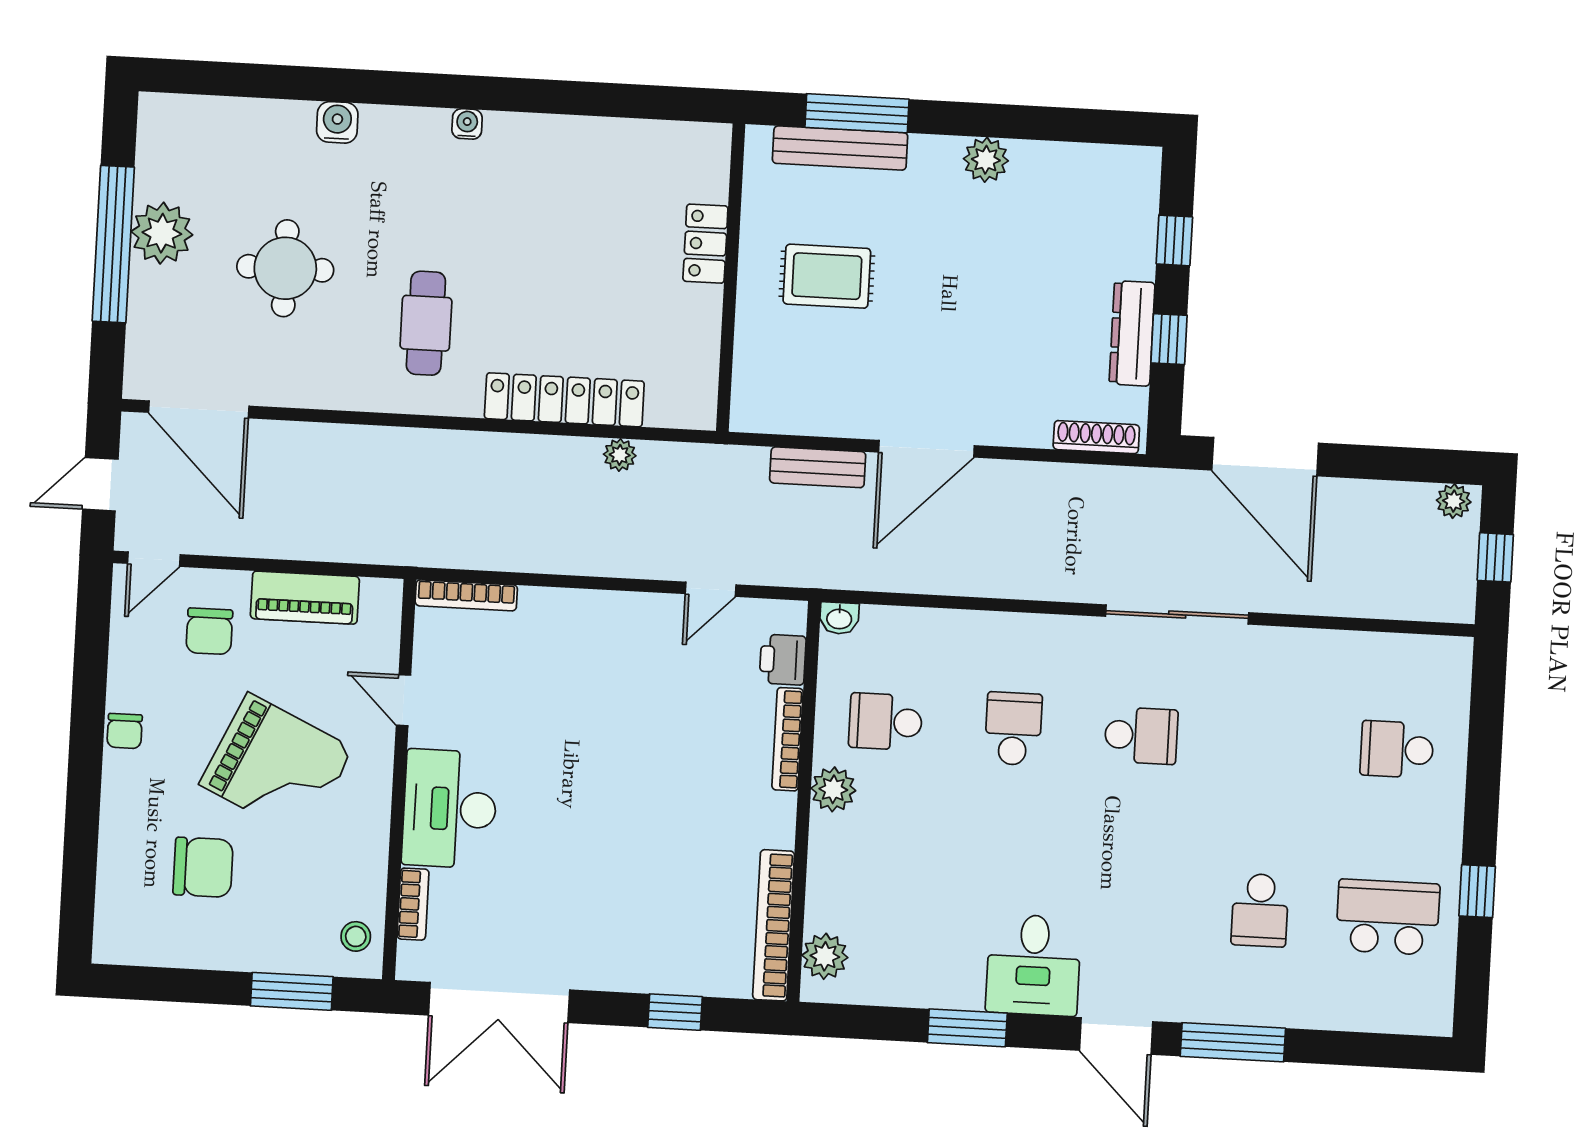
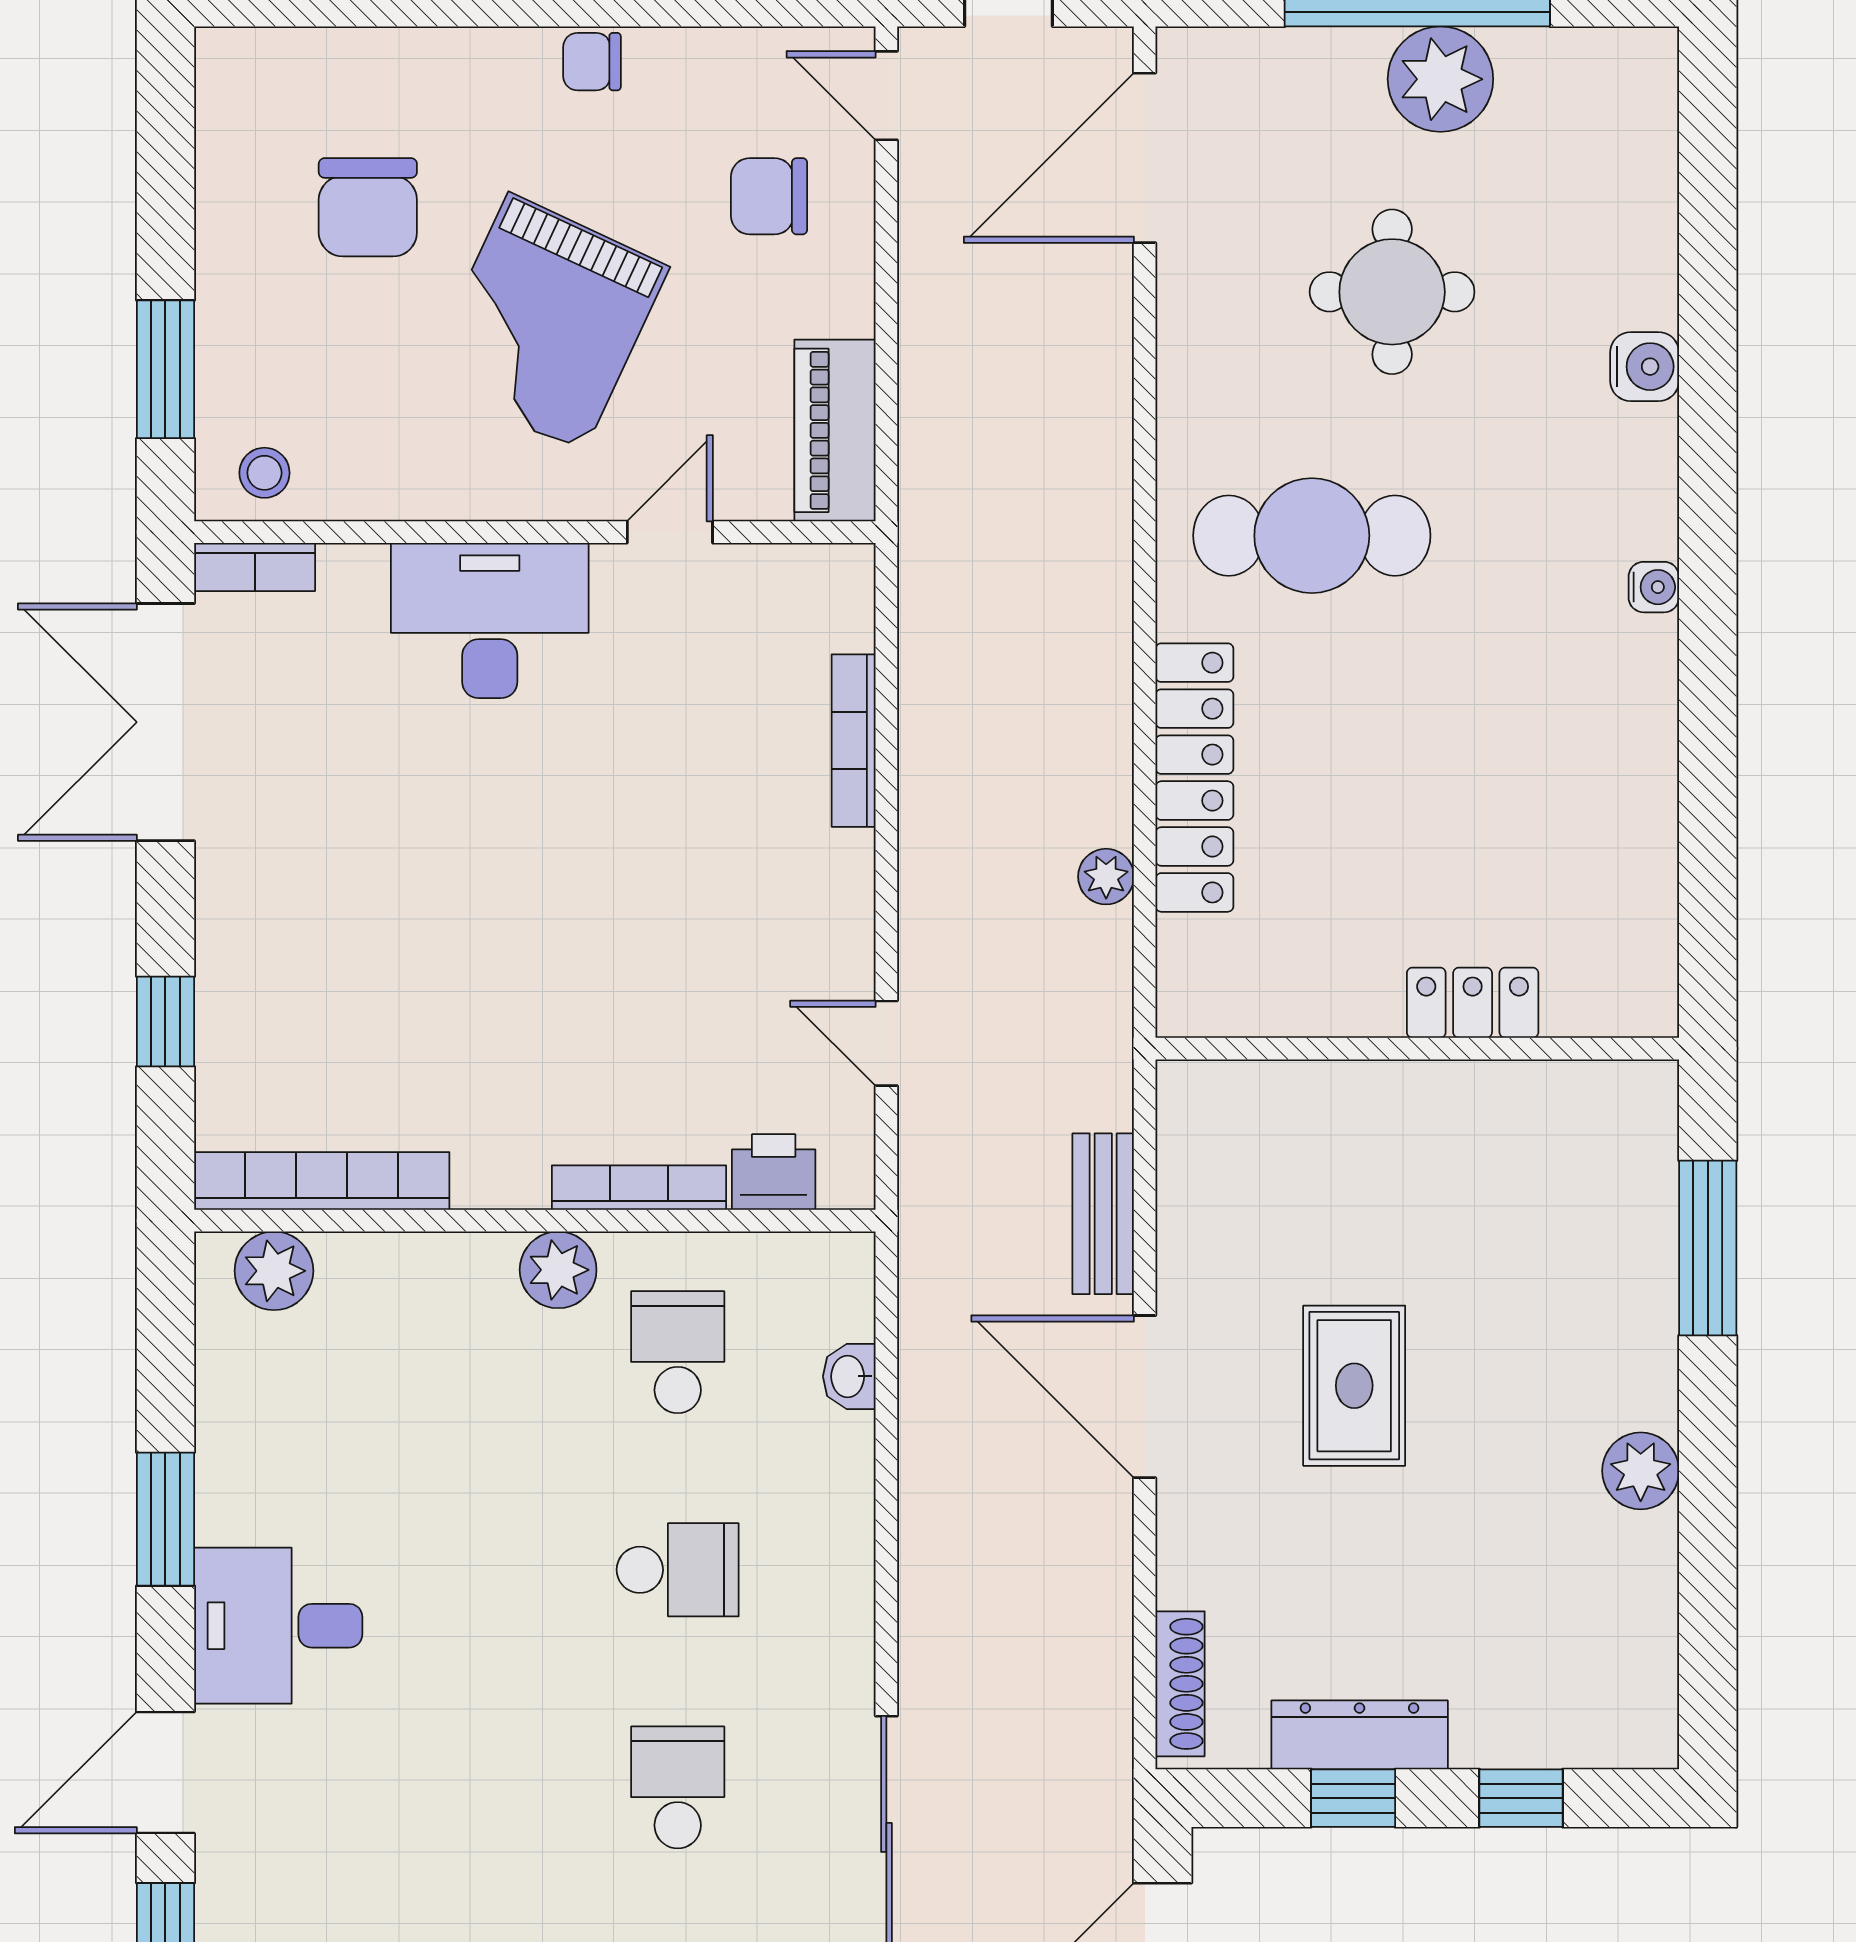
bench: (840, 148) -> (1647, 1222), removed
rug: (827, 276) -> (1354, 1386), moved
cafe table: (426, 323) -> (1312, 536), width x1.37, depth x1.35
bookcase: (466, 595) -> (854, 741), moved
piano: (305, 598) -> (835, 430), moved
washbasin: (839, 618) -> (849, 1376), moved
school desk: (1141, 736) -> (678, 1787), turned 180
bookcase: (413, 904) -> (255, 567), moved

